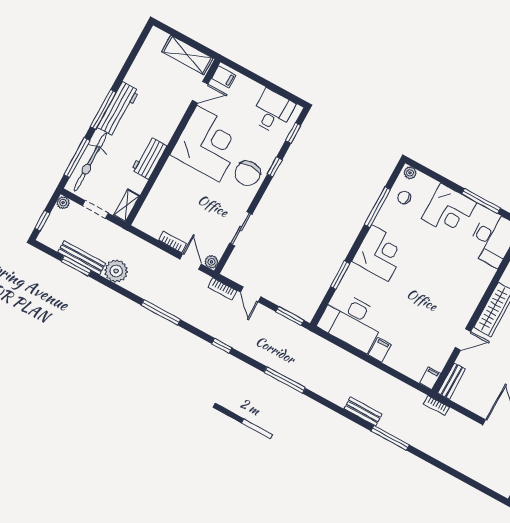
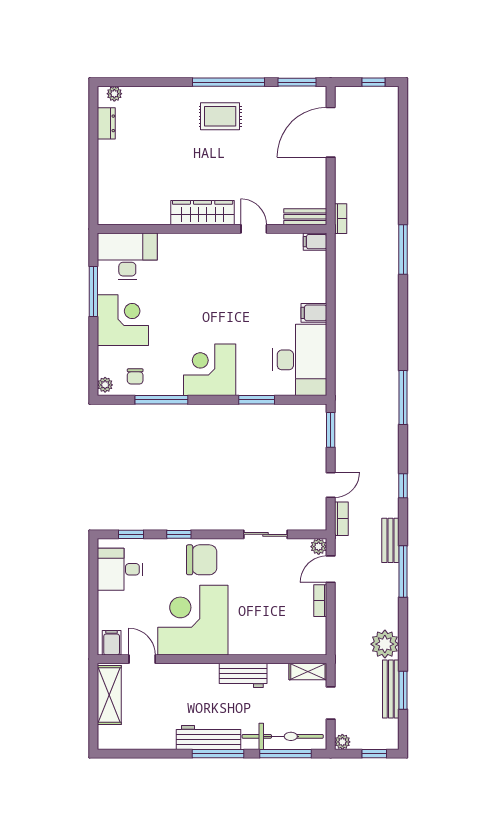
bench: (363, 411) -> (390, 540), moved

